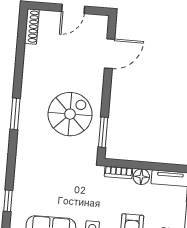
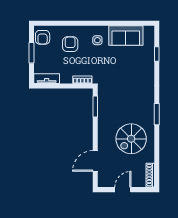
spiral stairs: (70, 114) -> (131, 139), moved
floor lamp: (141, 177) -> (67, 78), removed

